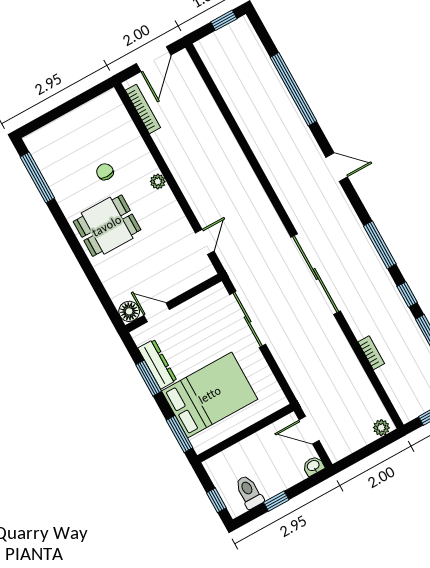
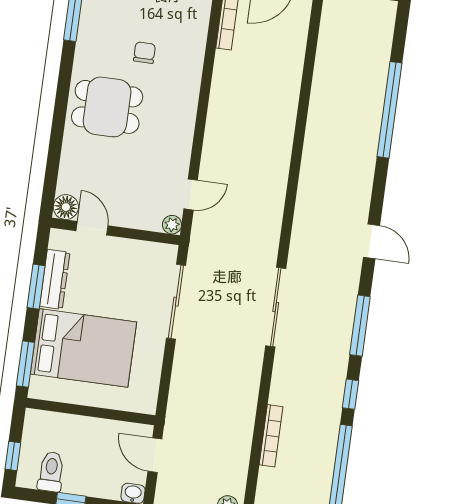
door: (337, 167) -> (371, 241), moved
plant: (158, 182) -> (172, 225), moved
sliding door: (316, 274) -> (276, 307), width x0.73
bookcase: (371, 353) -> (271, 436), width x1.56

